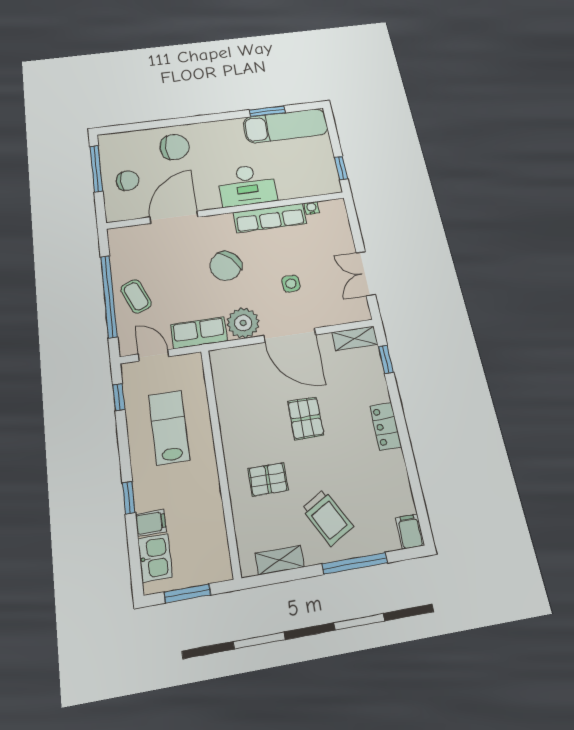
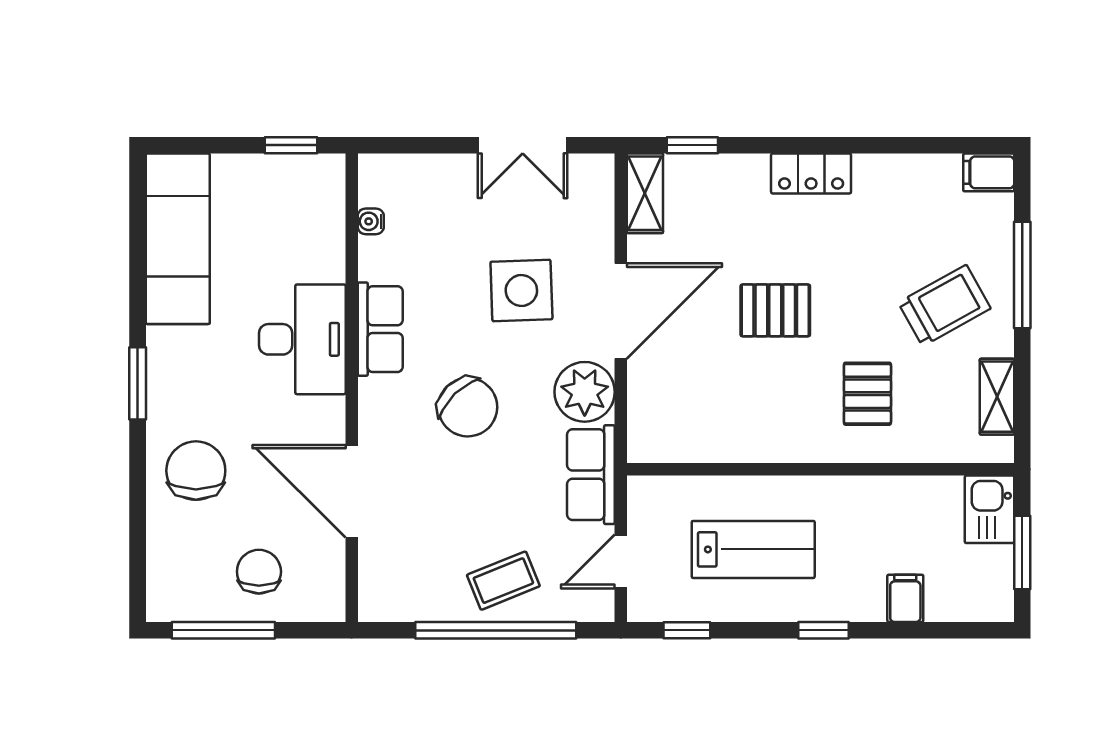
window: (267, 111) -> (138, 383), moved
row of seats: (270, 218) -> (380, 329), width x0.68
side table: (291, 284) -> (521, 291), width x1.87, depth x1.87
lab bench: (169, 427) -> (753, 549), turned 180
window: (129, 498) -> (824, 630), moved
kitchen sink: (155, 558) -> (990, 509), moved, turned -90

